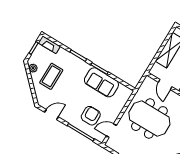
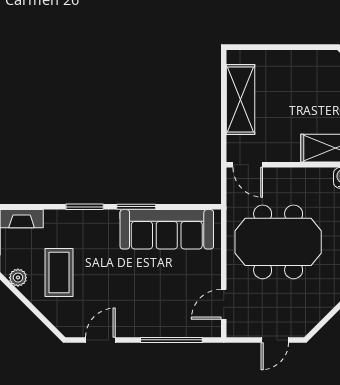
sofa: (101, 82) -> (167, 229), width x1.36
door: (165, 84) -> (248, 165), moved
armchair: (91, 116) -> (171, 300), removed

